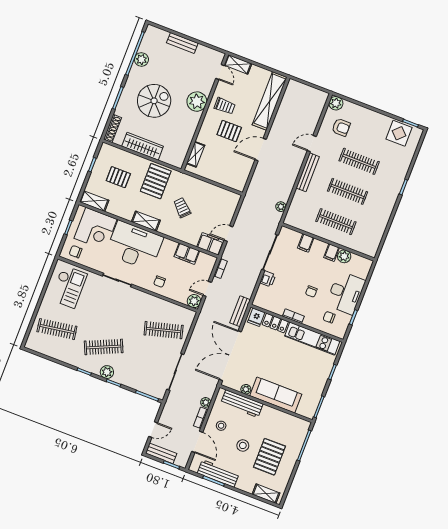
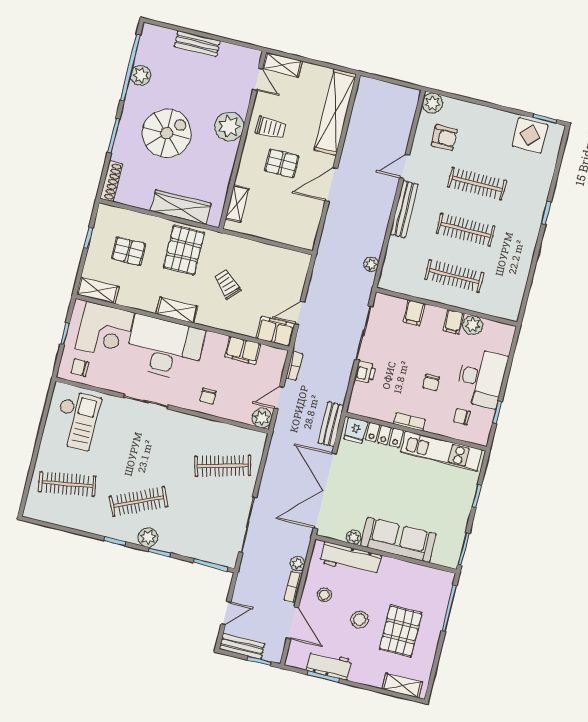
wardrobe: (143, 146) -> (181, 207), moved
workbench: (218, 473) -> (329, 665), width x0.73

